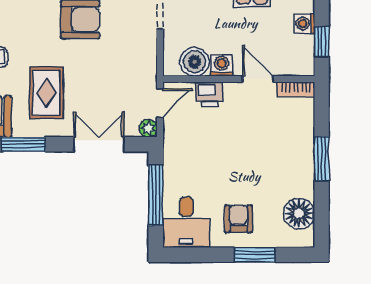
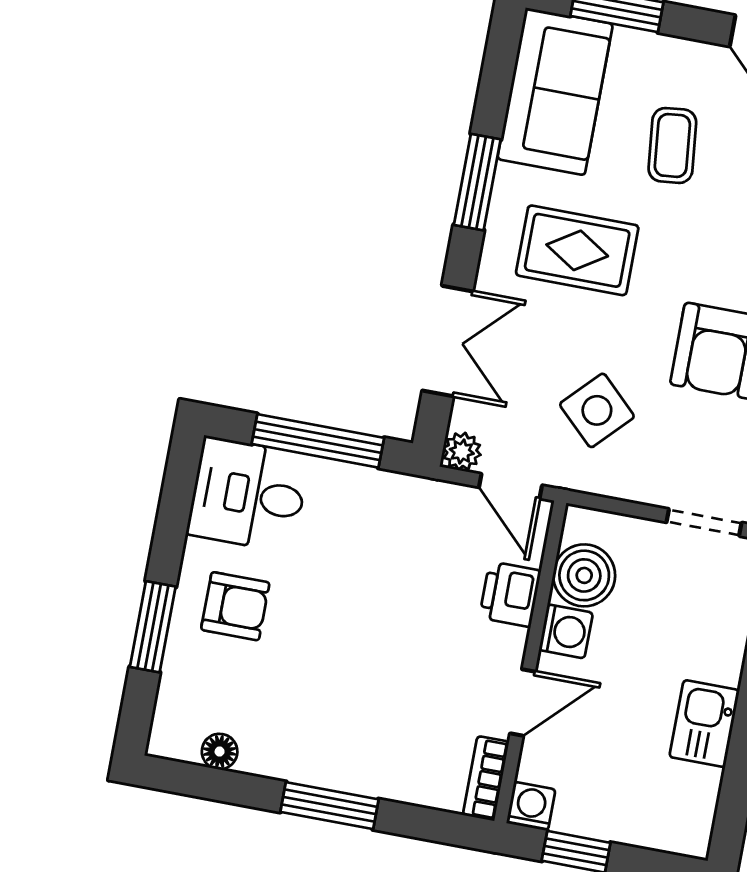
washing machine: (305, 24) -> (531, 806), moved
side table: (118, 70) -> (597, 410), added
floor lamp: (299, 214) -> (220, 752), width x0.53, depth x0.53

